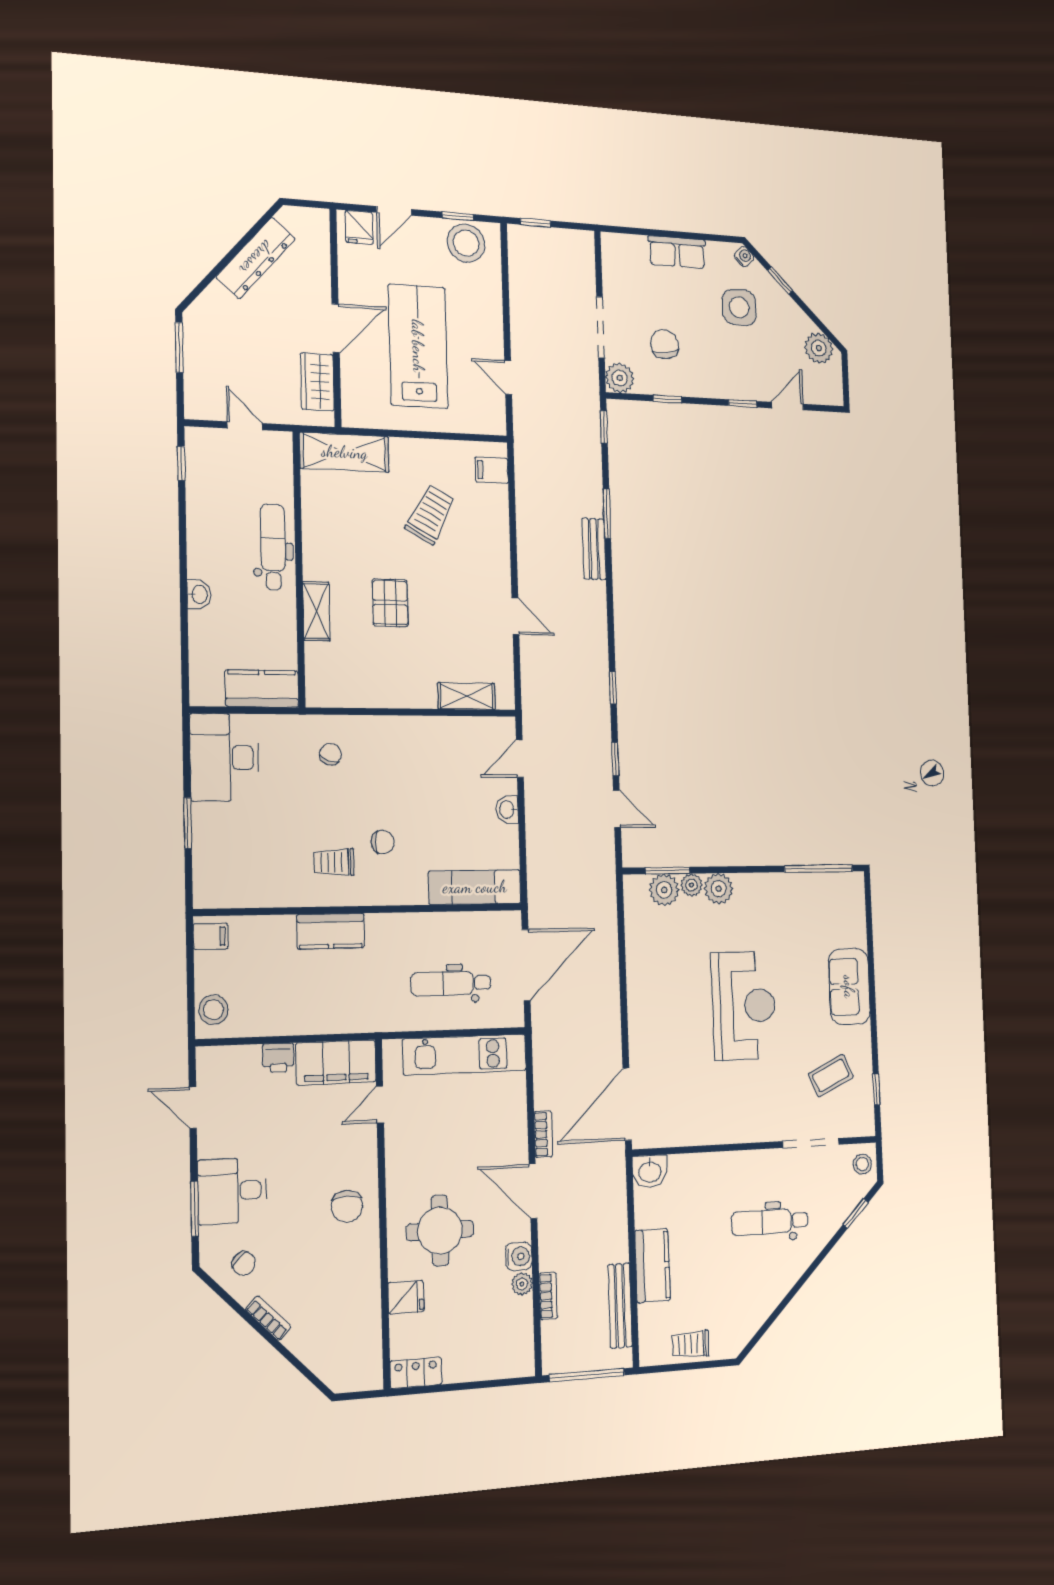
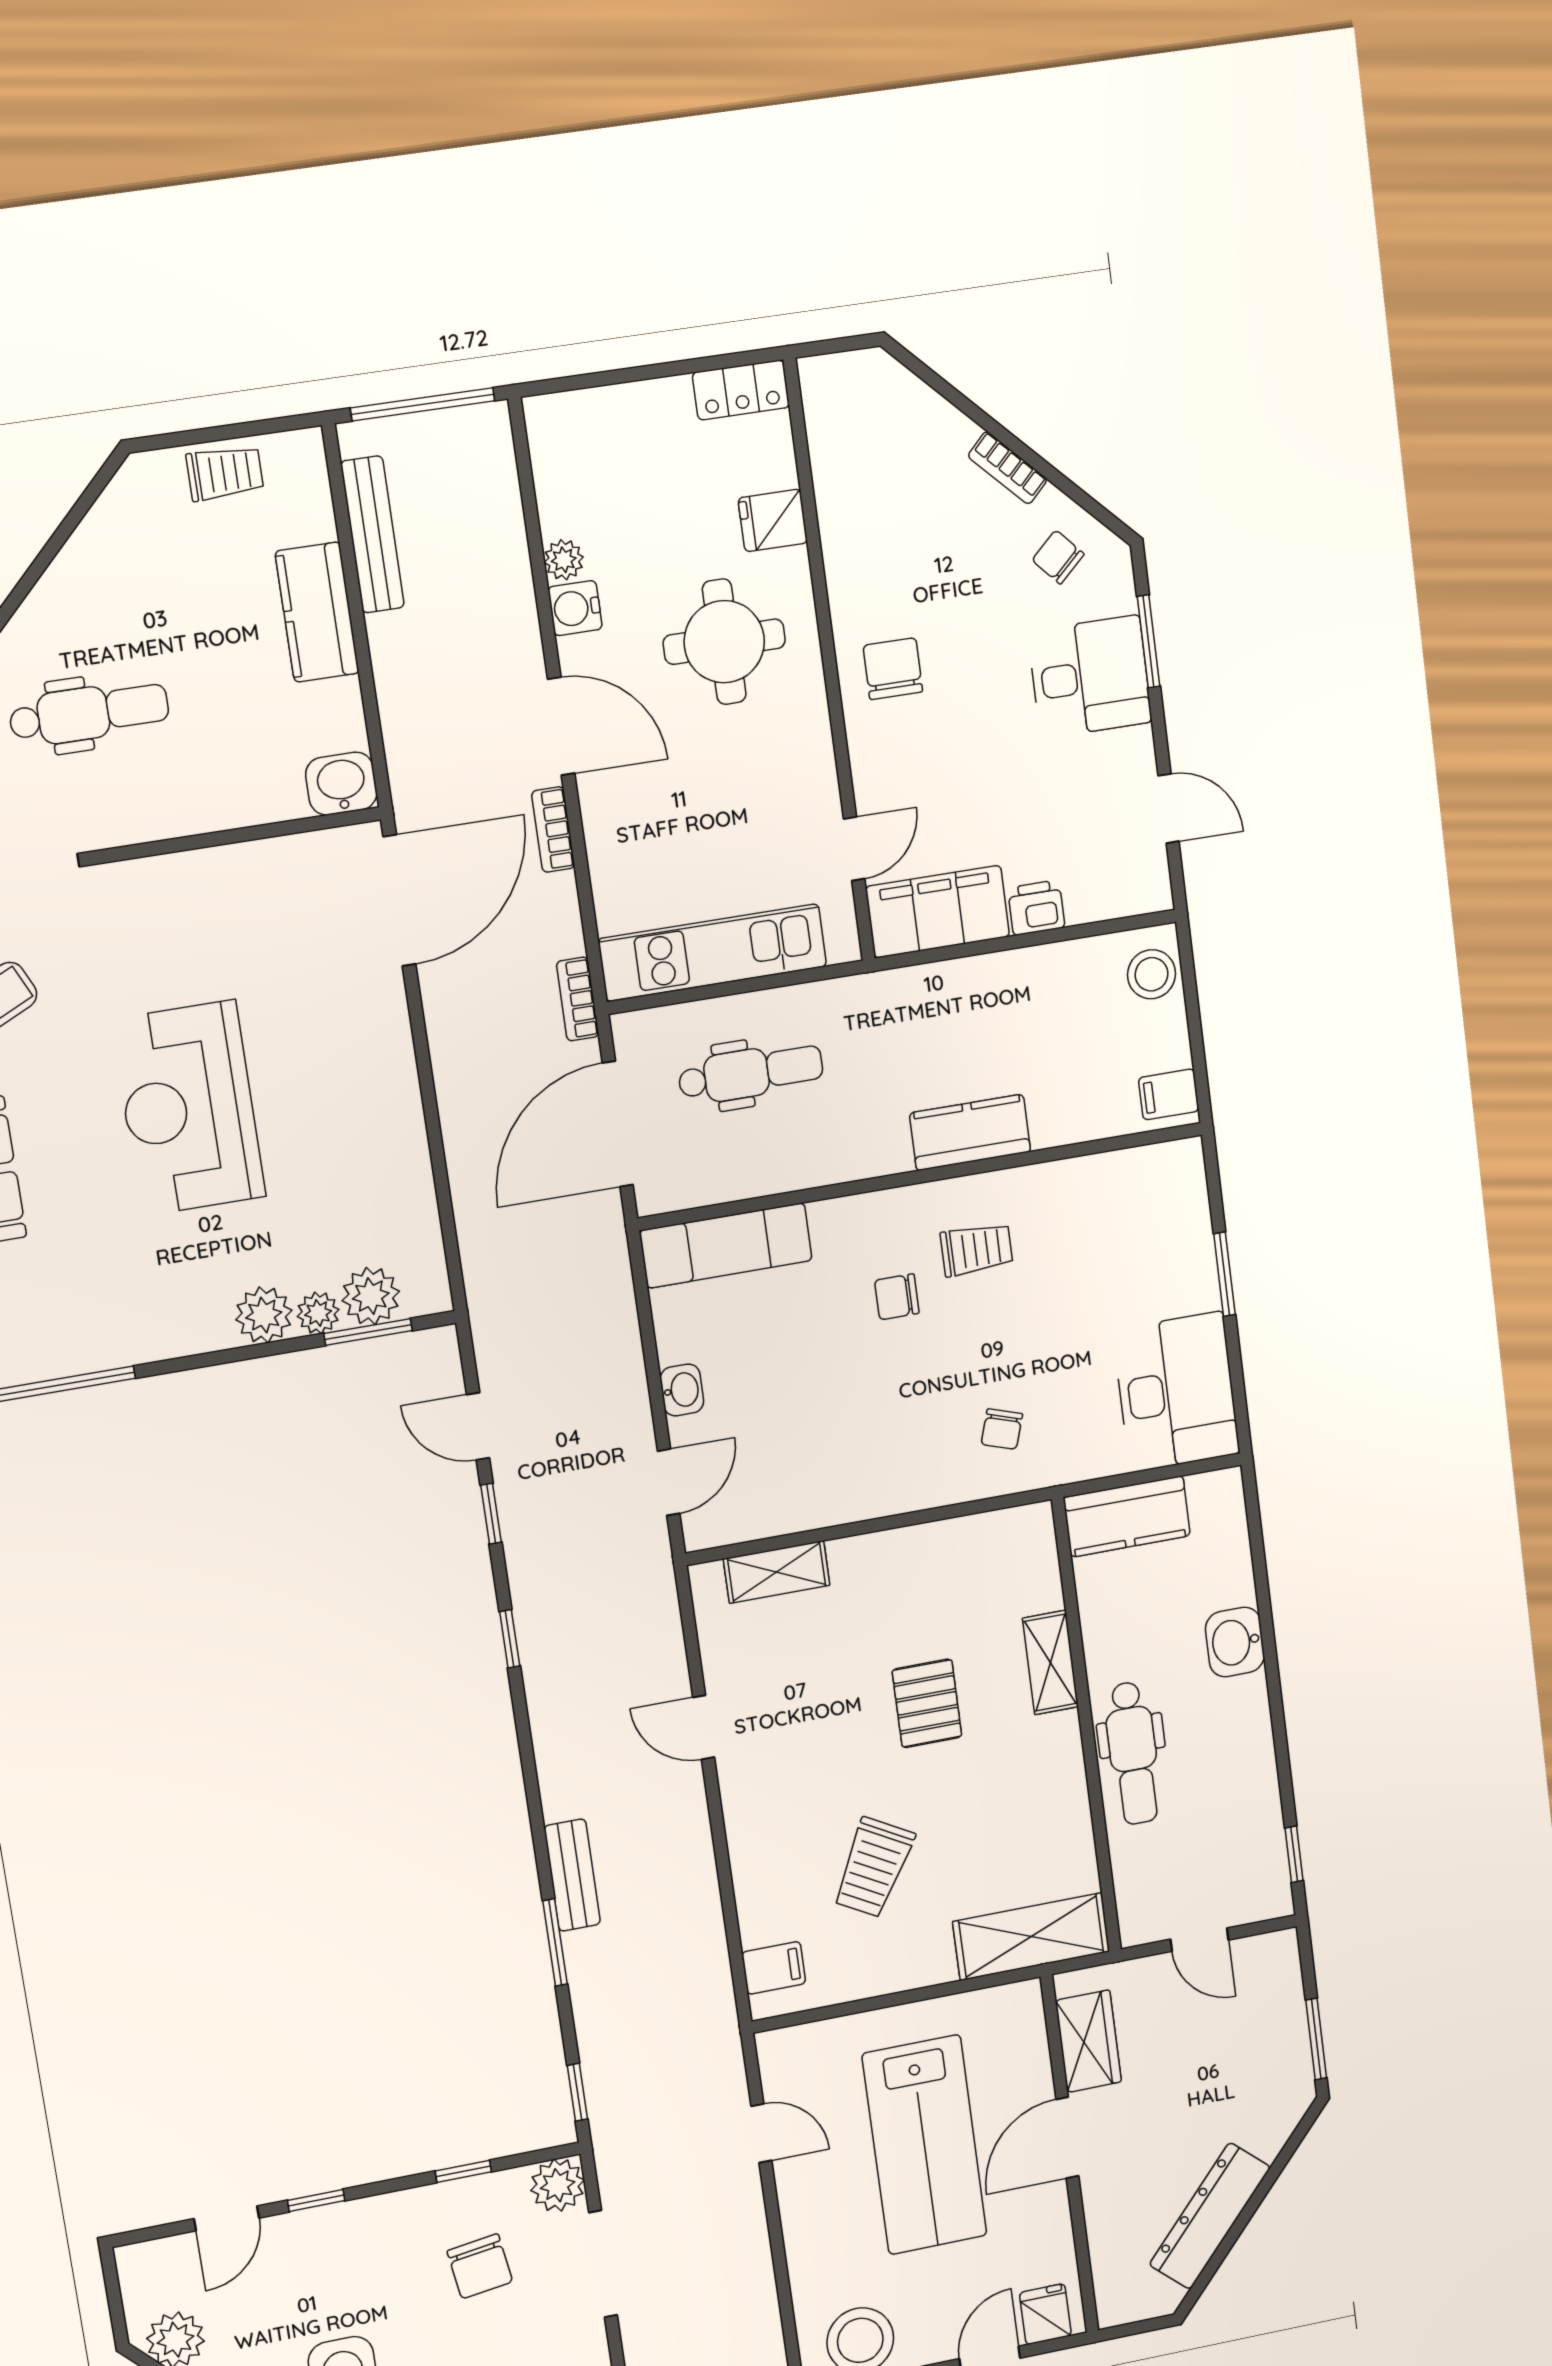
washbasin: (199, 594) -> (1235, 1642), width x1.38, depth x1.45
bookcase: (548, 1296) -> (578, 999), moved

